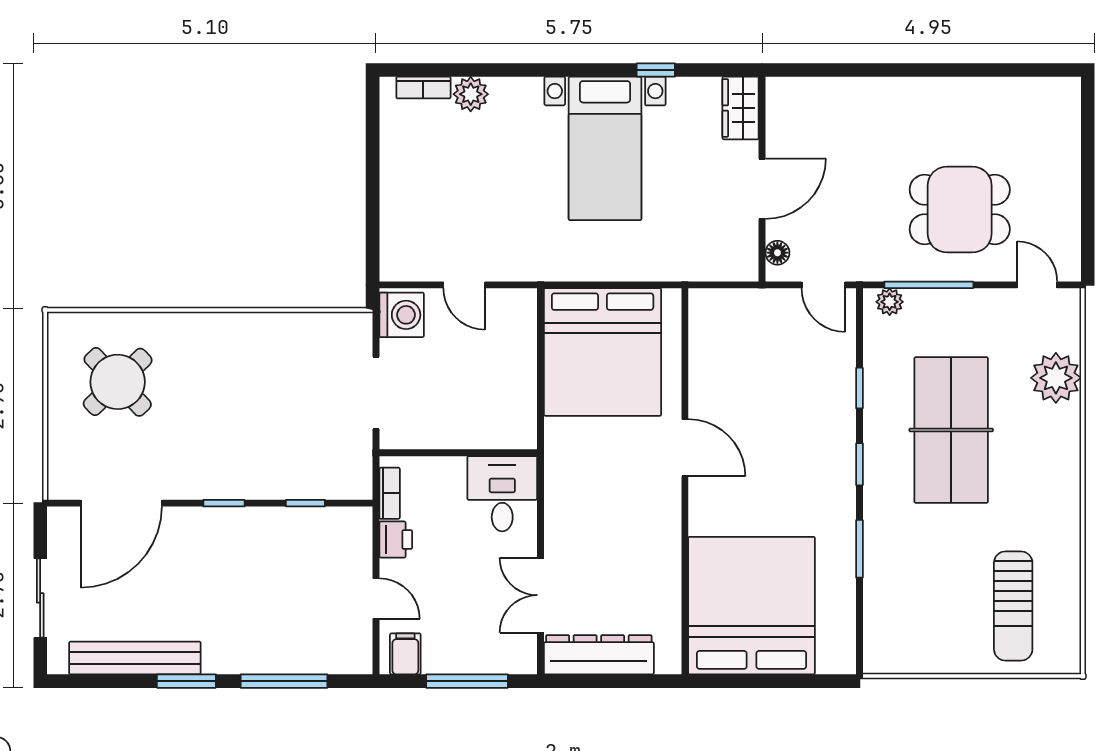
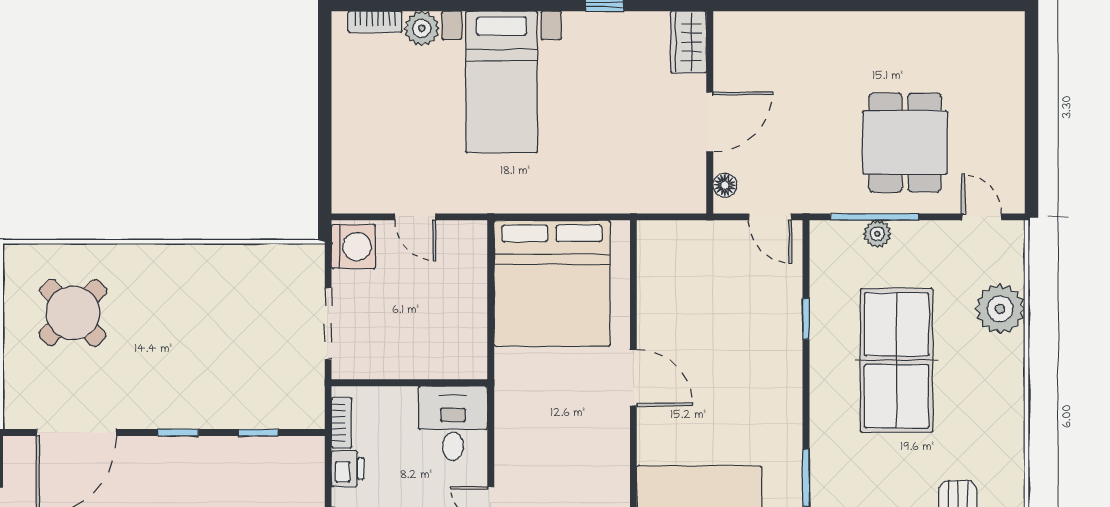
bed with nightstands: (605, 148) -> (502, 82), moved
dining table: (960, 210) -> (905, 142), turned 90
plant: (890, 302) -> (877, 234), moved
window: (859, 464) -> (806, 394), removed

